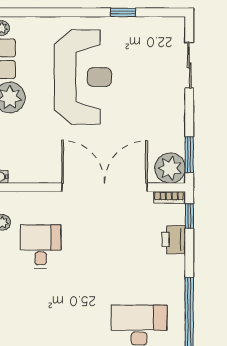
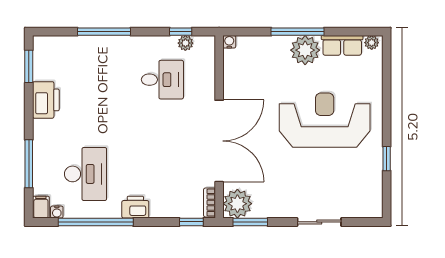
sliding door: (189, 65) -> (319, 222), moved
reception desk: (83, 77) -> (325, 120), turned 180
printer: (174, 240) -> (135, 207), moved

